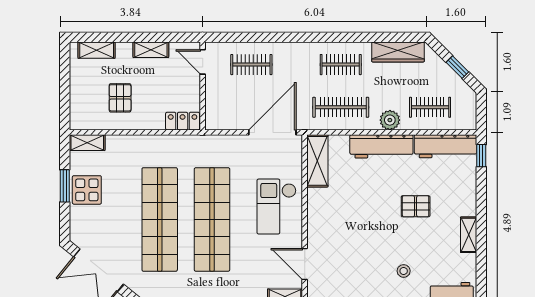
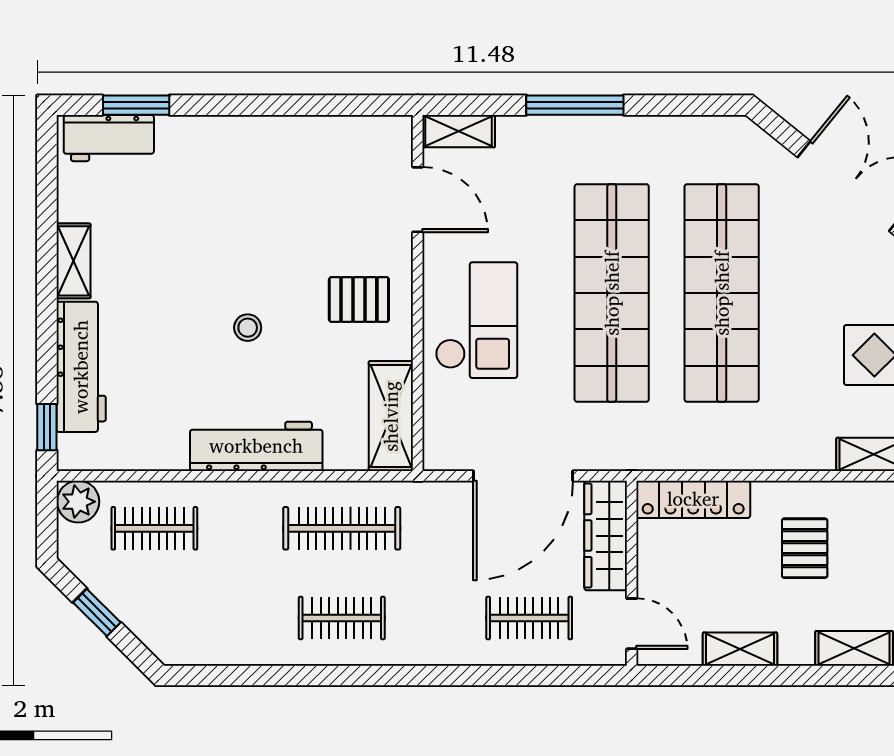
wardrobe: (398, 52) -> (606, 536), moved, turned -90
plant: (390, 120) -> (78, 502), moved
locker: (183, 121) -> (693, 499), width x1.53
door: (272, 132) -> (523, 476), moved
workbench: (446, 146) -> (81, 367), moved, turned 90
pallet: (416, 206) -> (359, 299), moved
stool: (404, 271) -> (248, 328), moved

